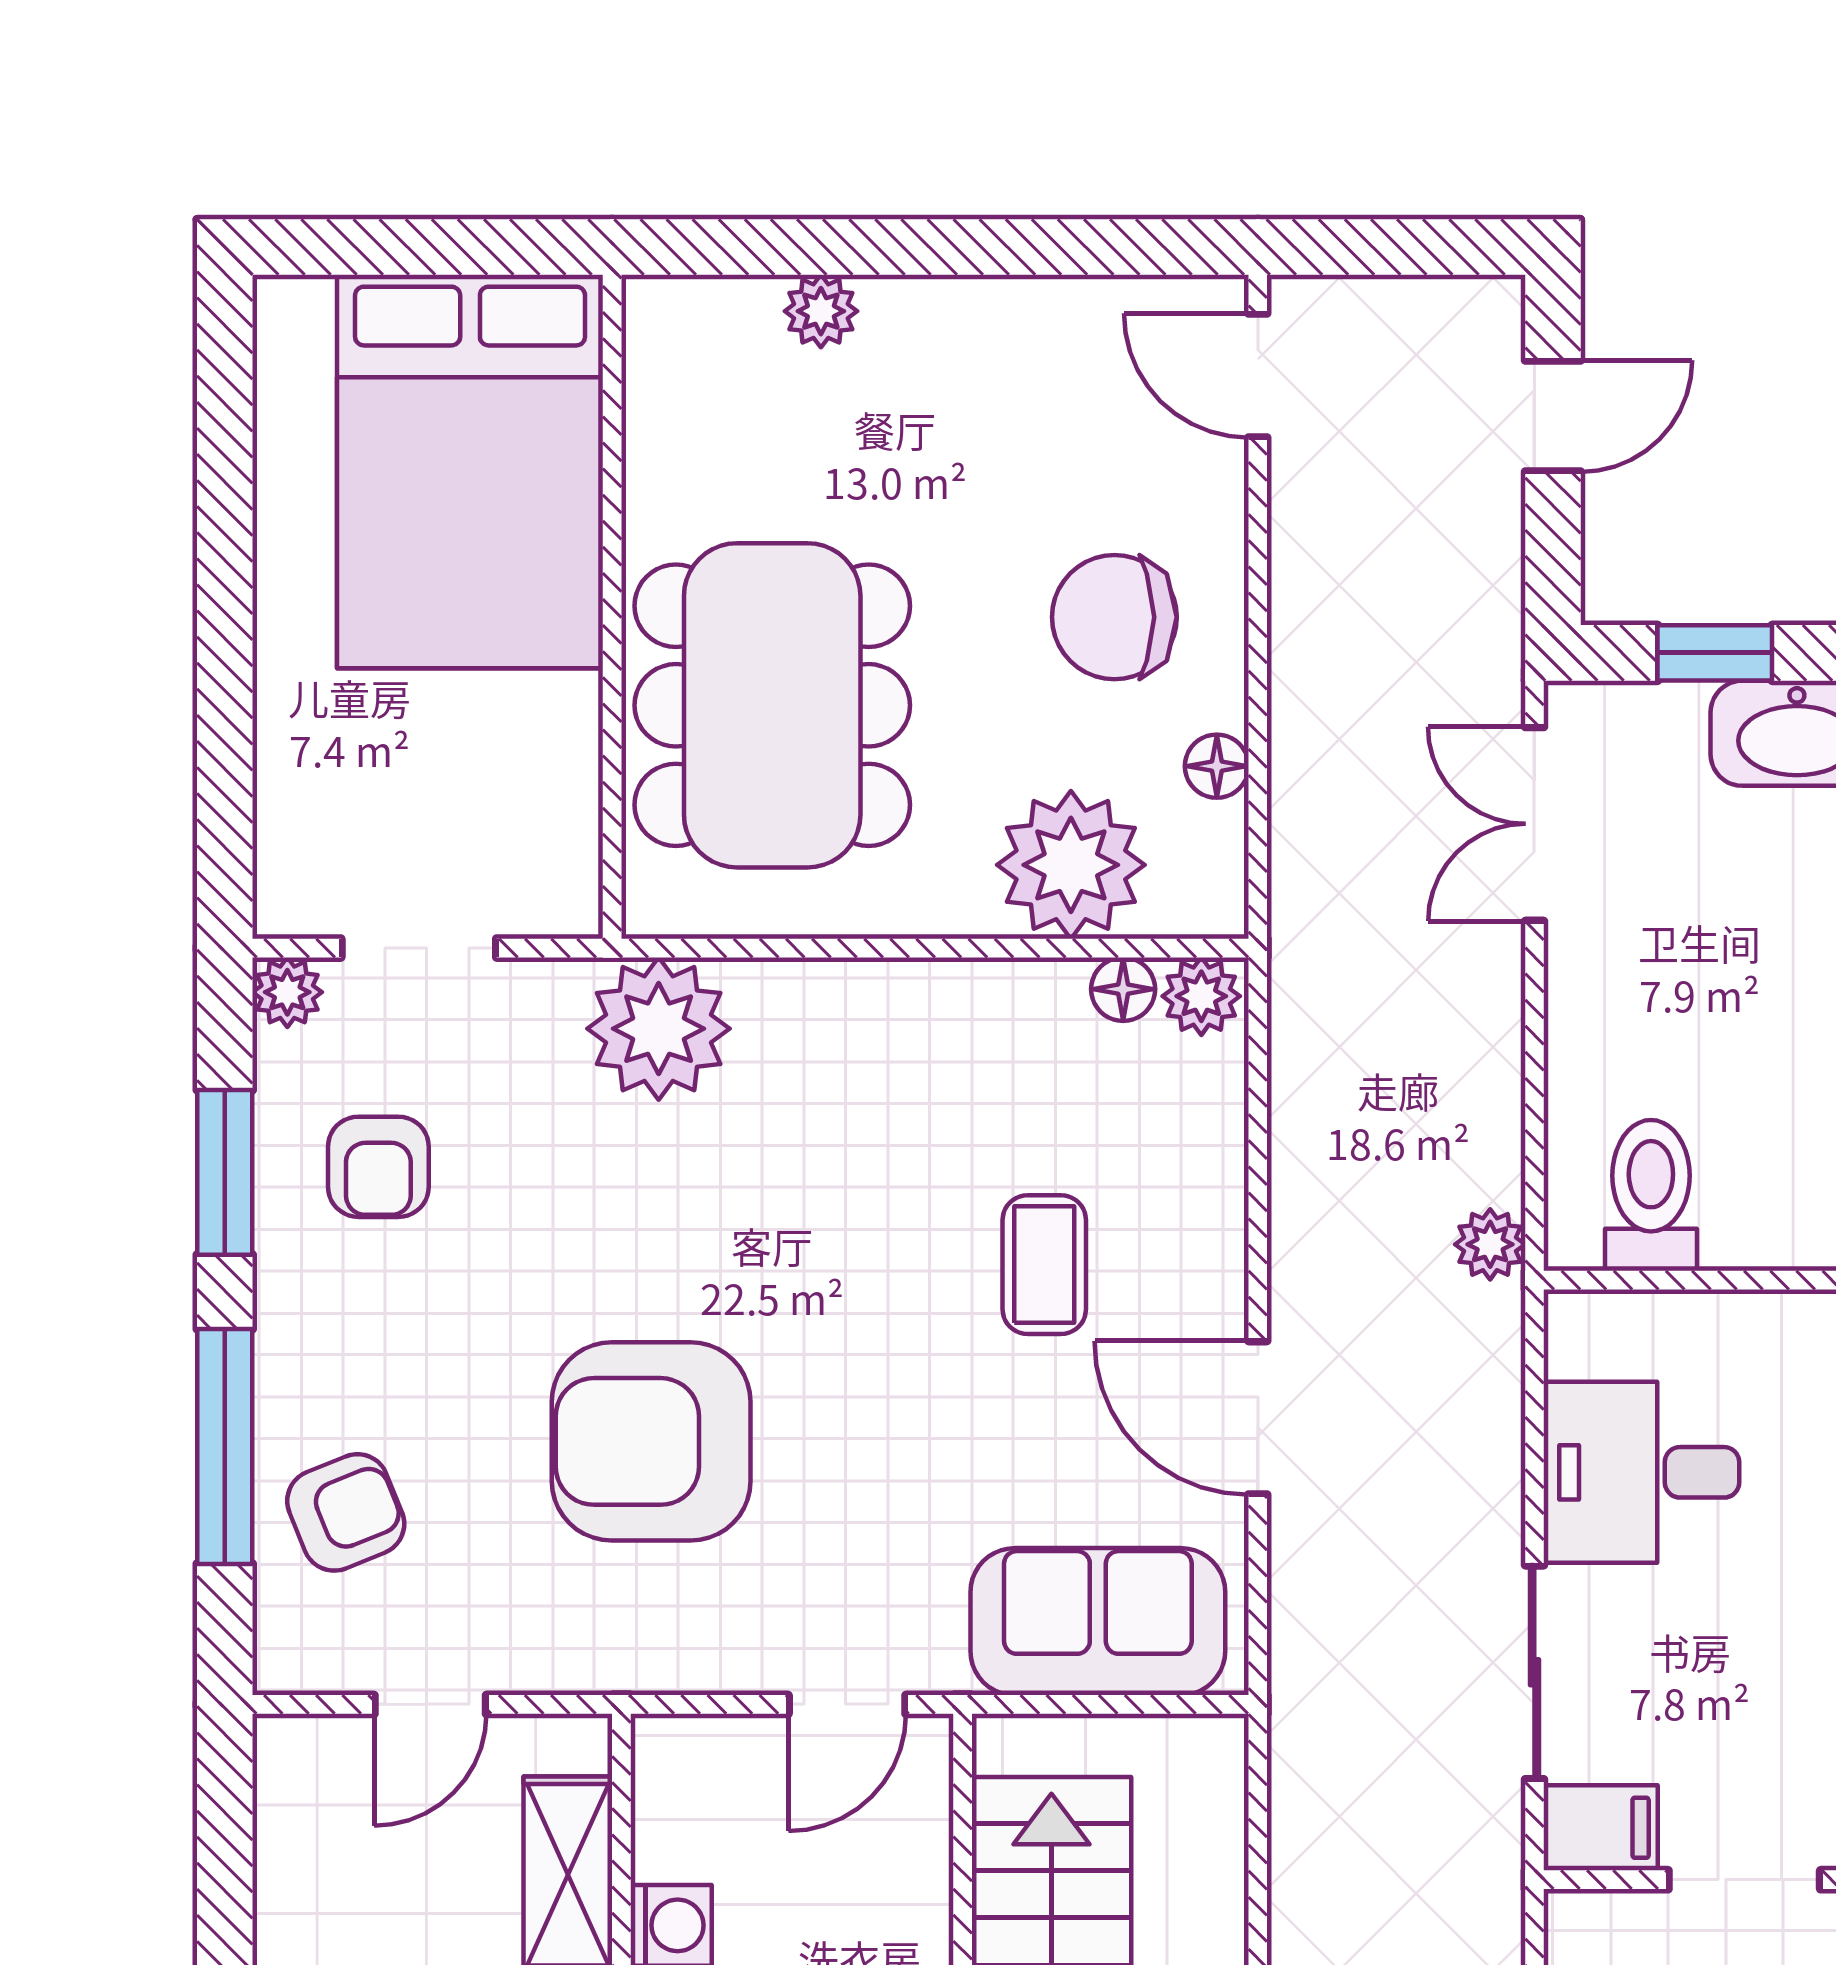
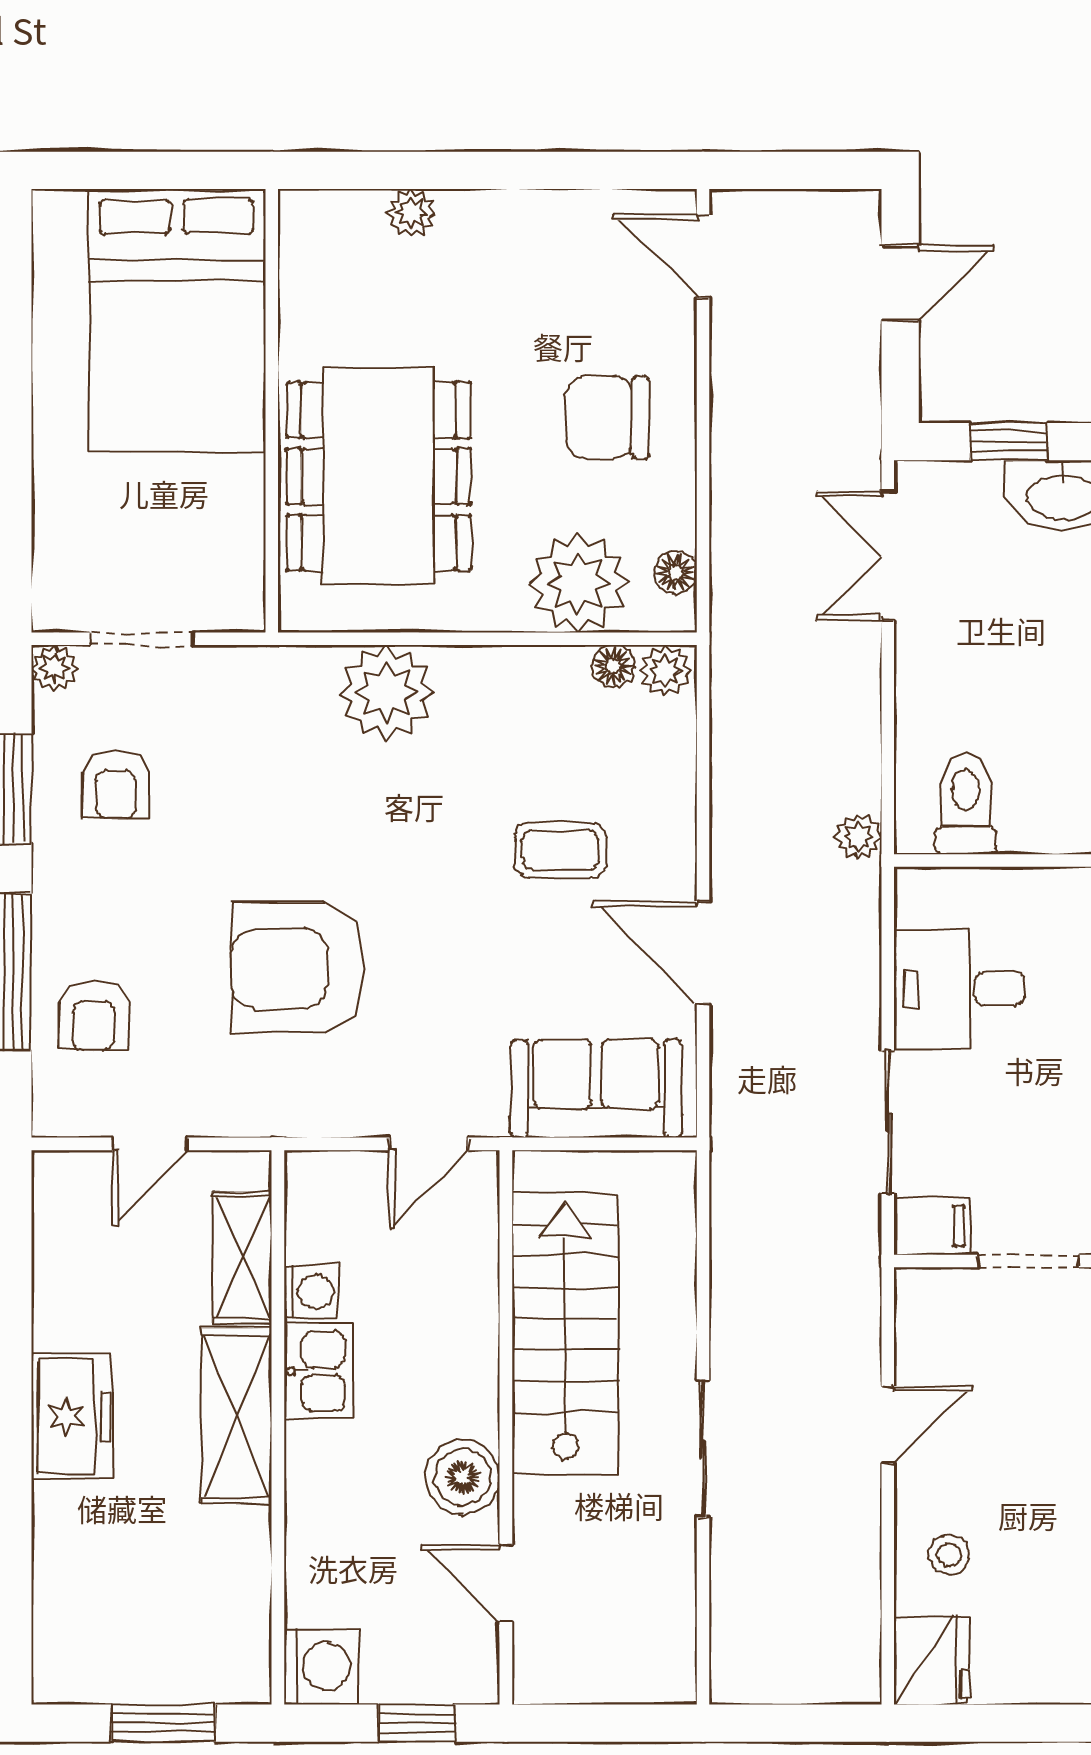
floor lamp: (1217, 766) -> (676, 572), moved
plant: (659, 1029) -> (387, 692), moved
coffee table: (1044, 1265) -> (560, 850), turned 90
armchair: (346, 1512) -> (94, 1016), turned 112

